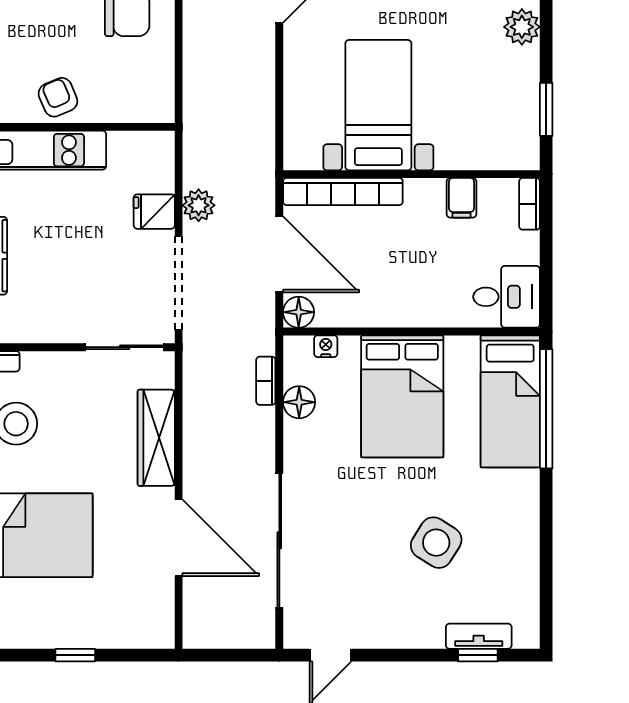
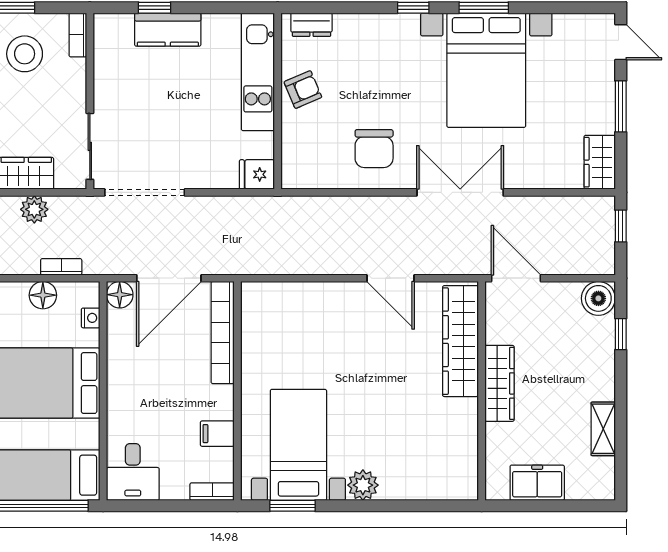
bed with nightstands: (378, 105) -> (298, 445), moved, turned -90
plant: (199, 205) -> (34, 209), moved
fridge: (154, 212) -> (257, 174), moved, turned -90

